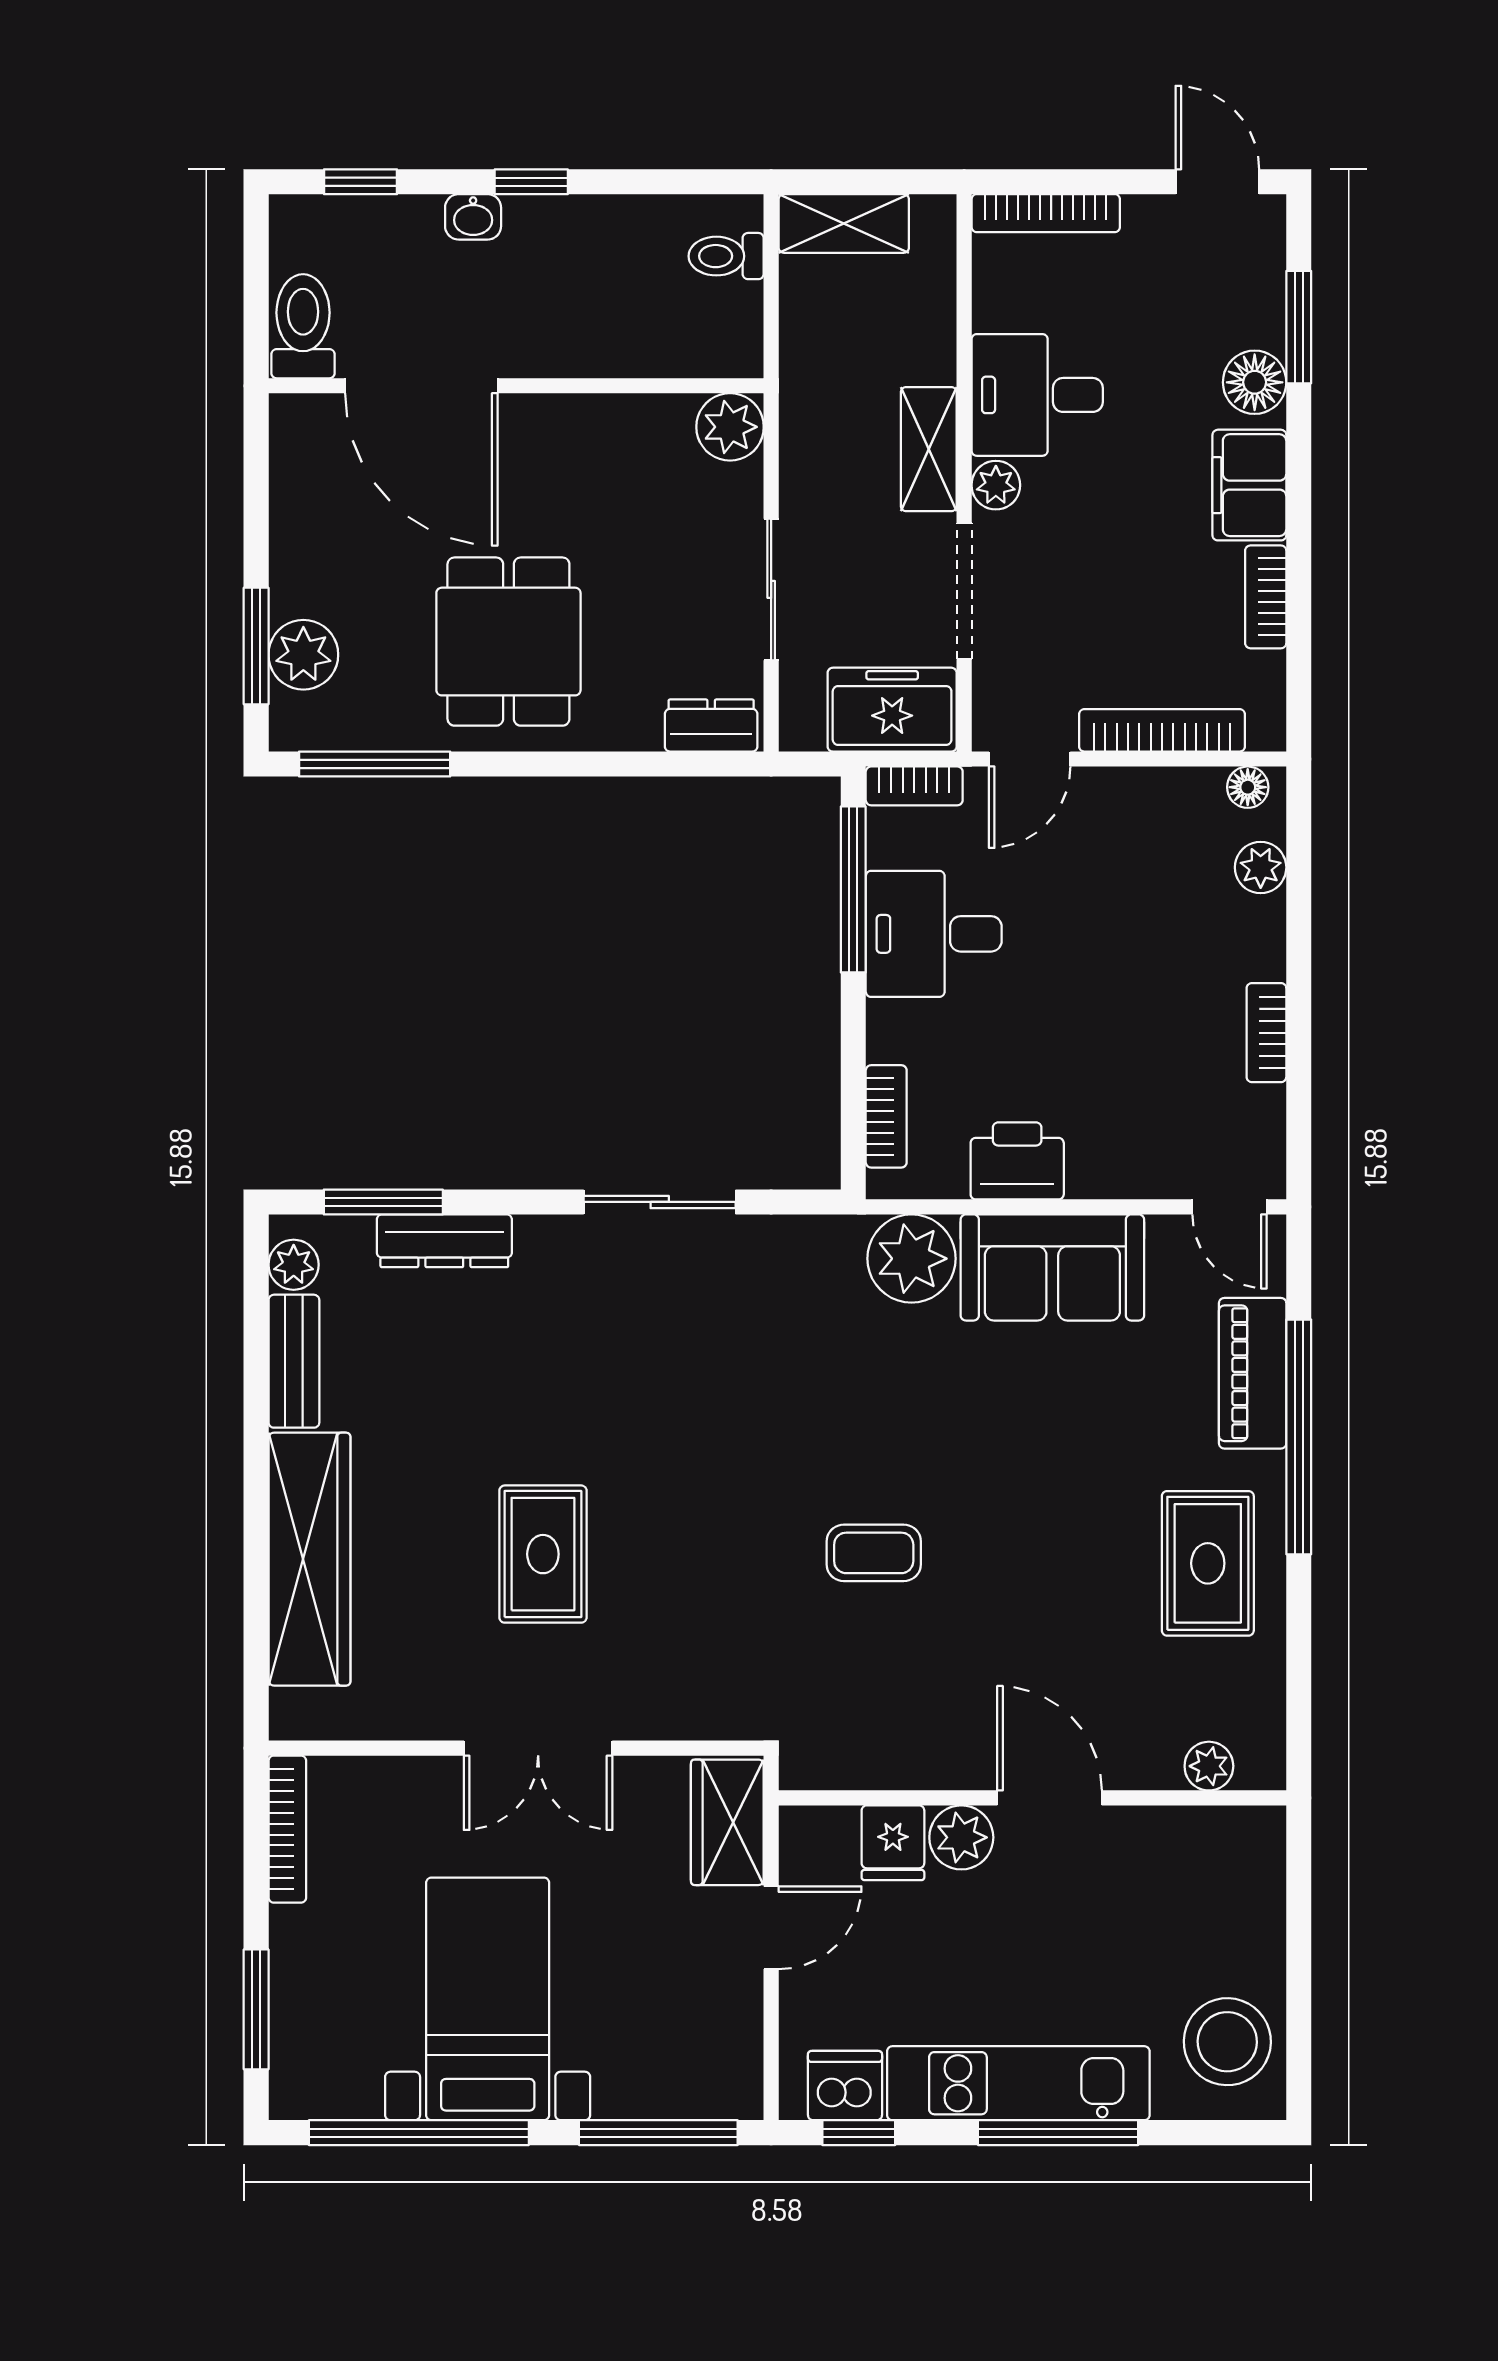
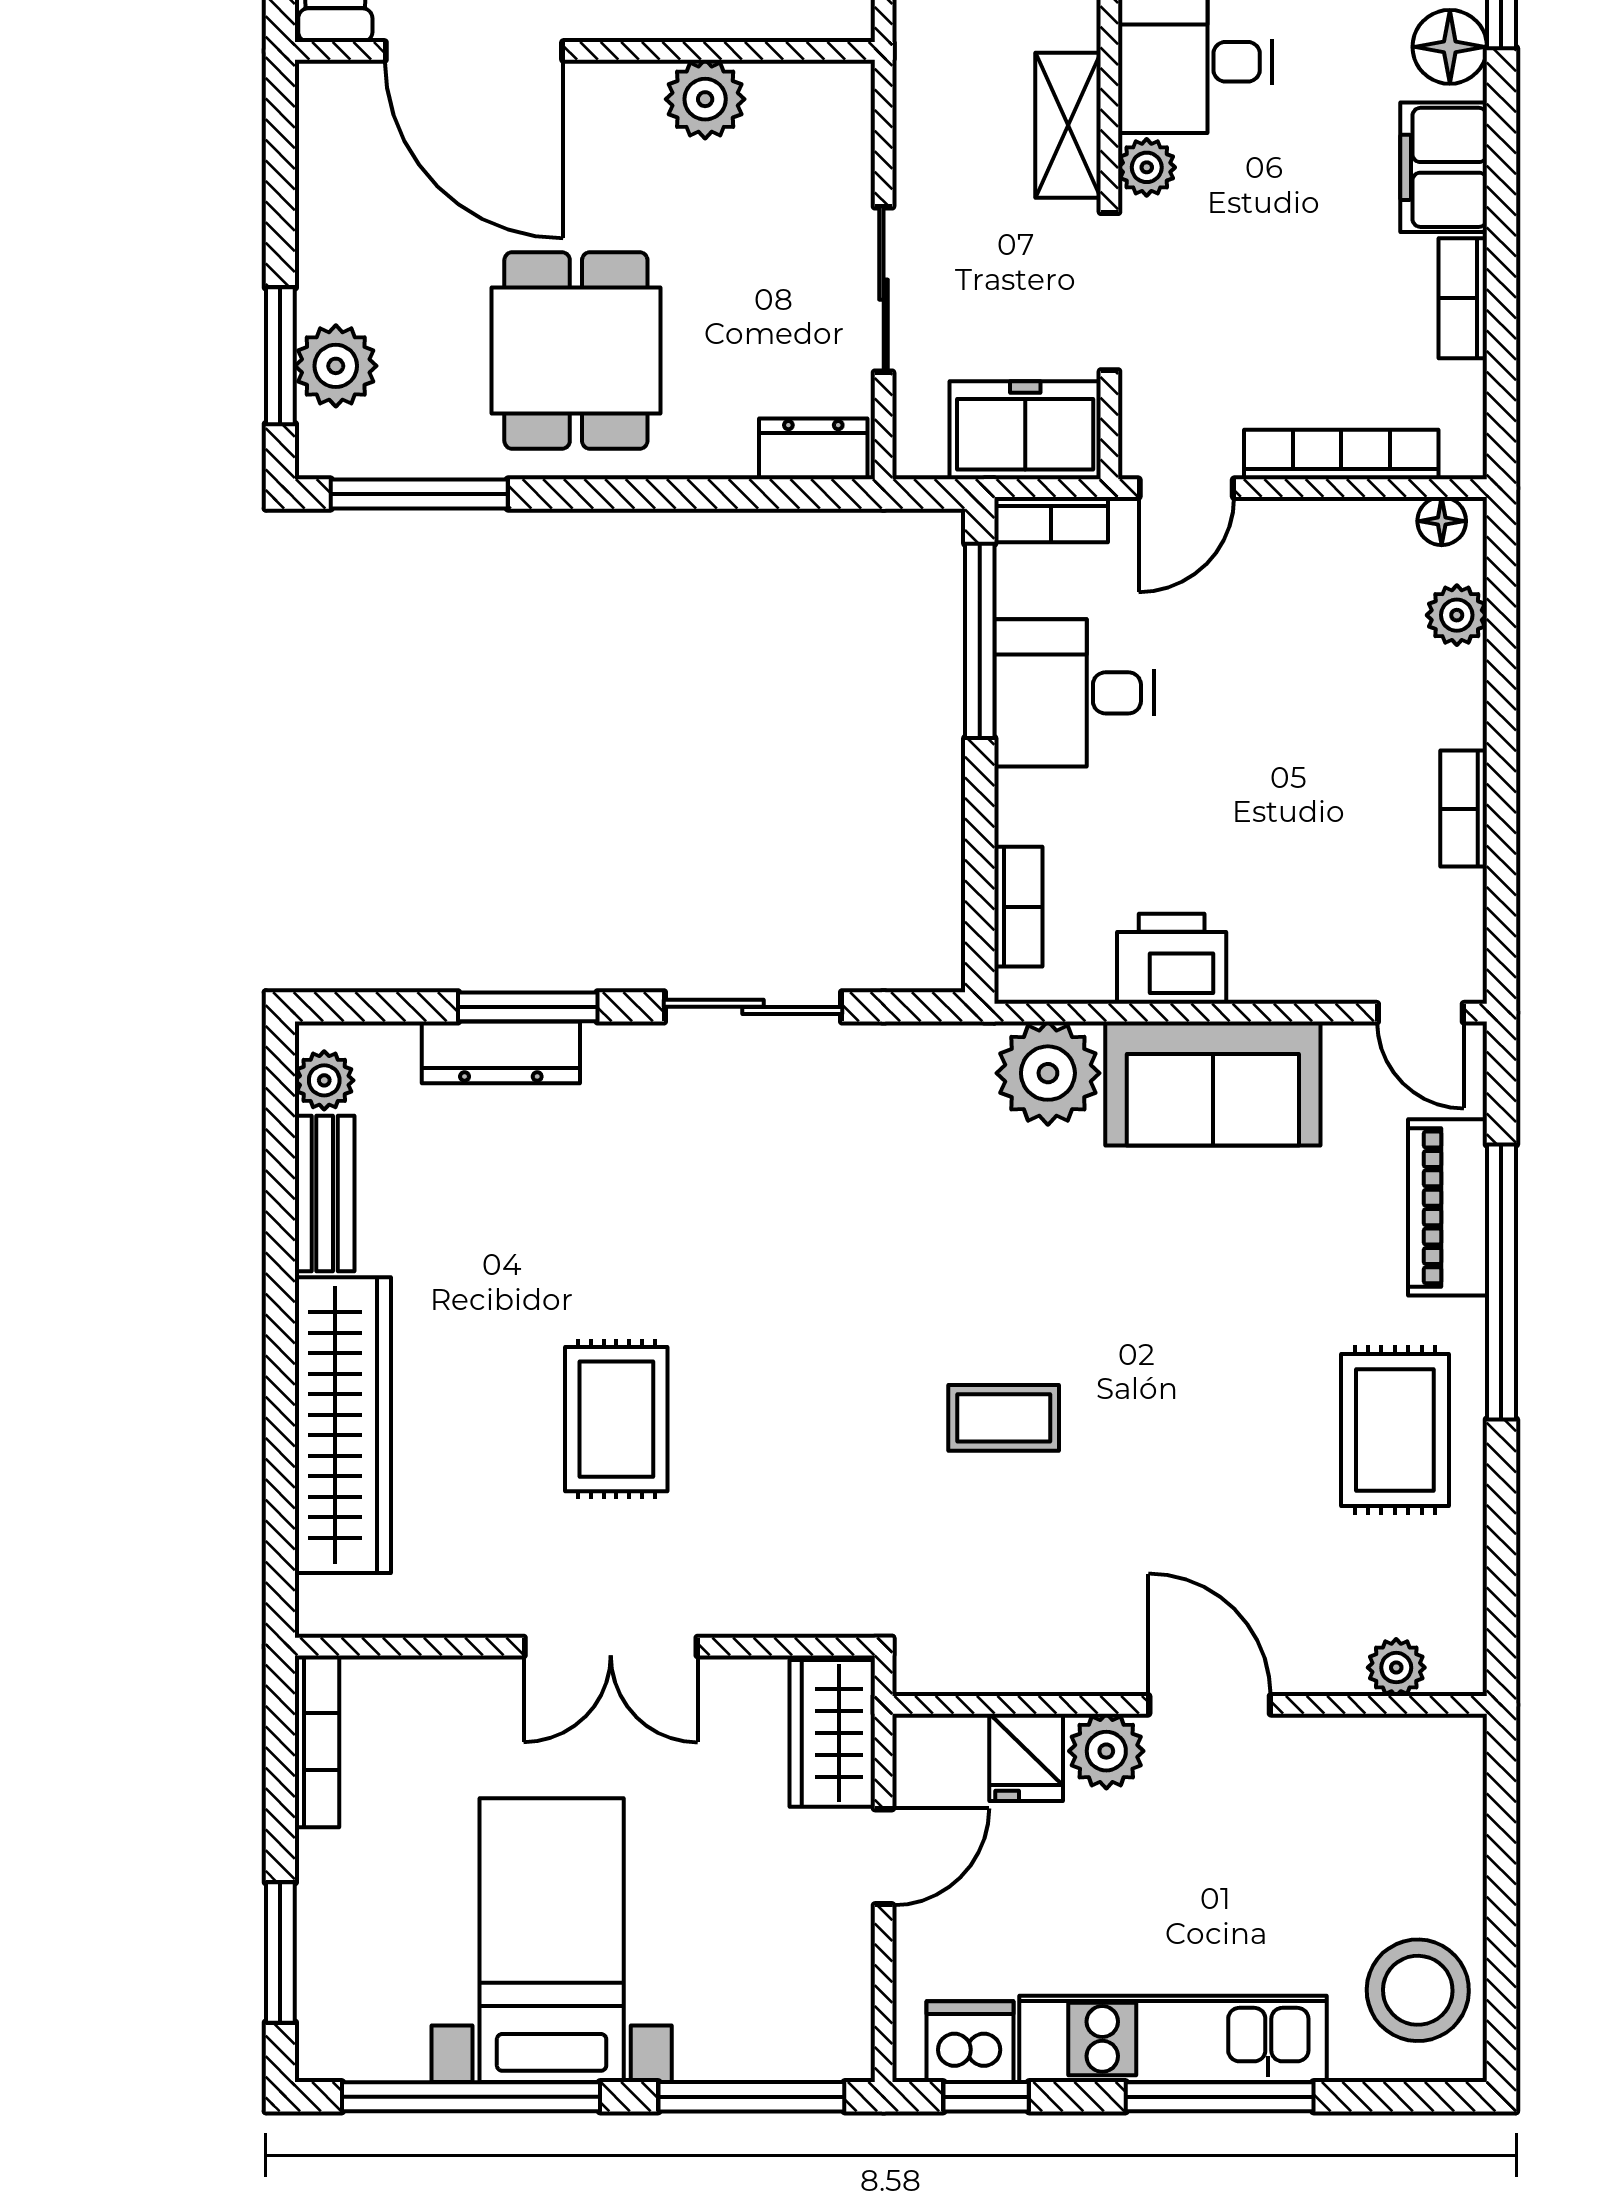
plant: (730, 427) -> (705, 99), moved
window: (383, 1202) -> (528, 1007), moved

